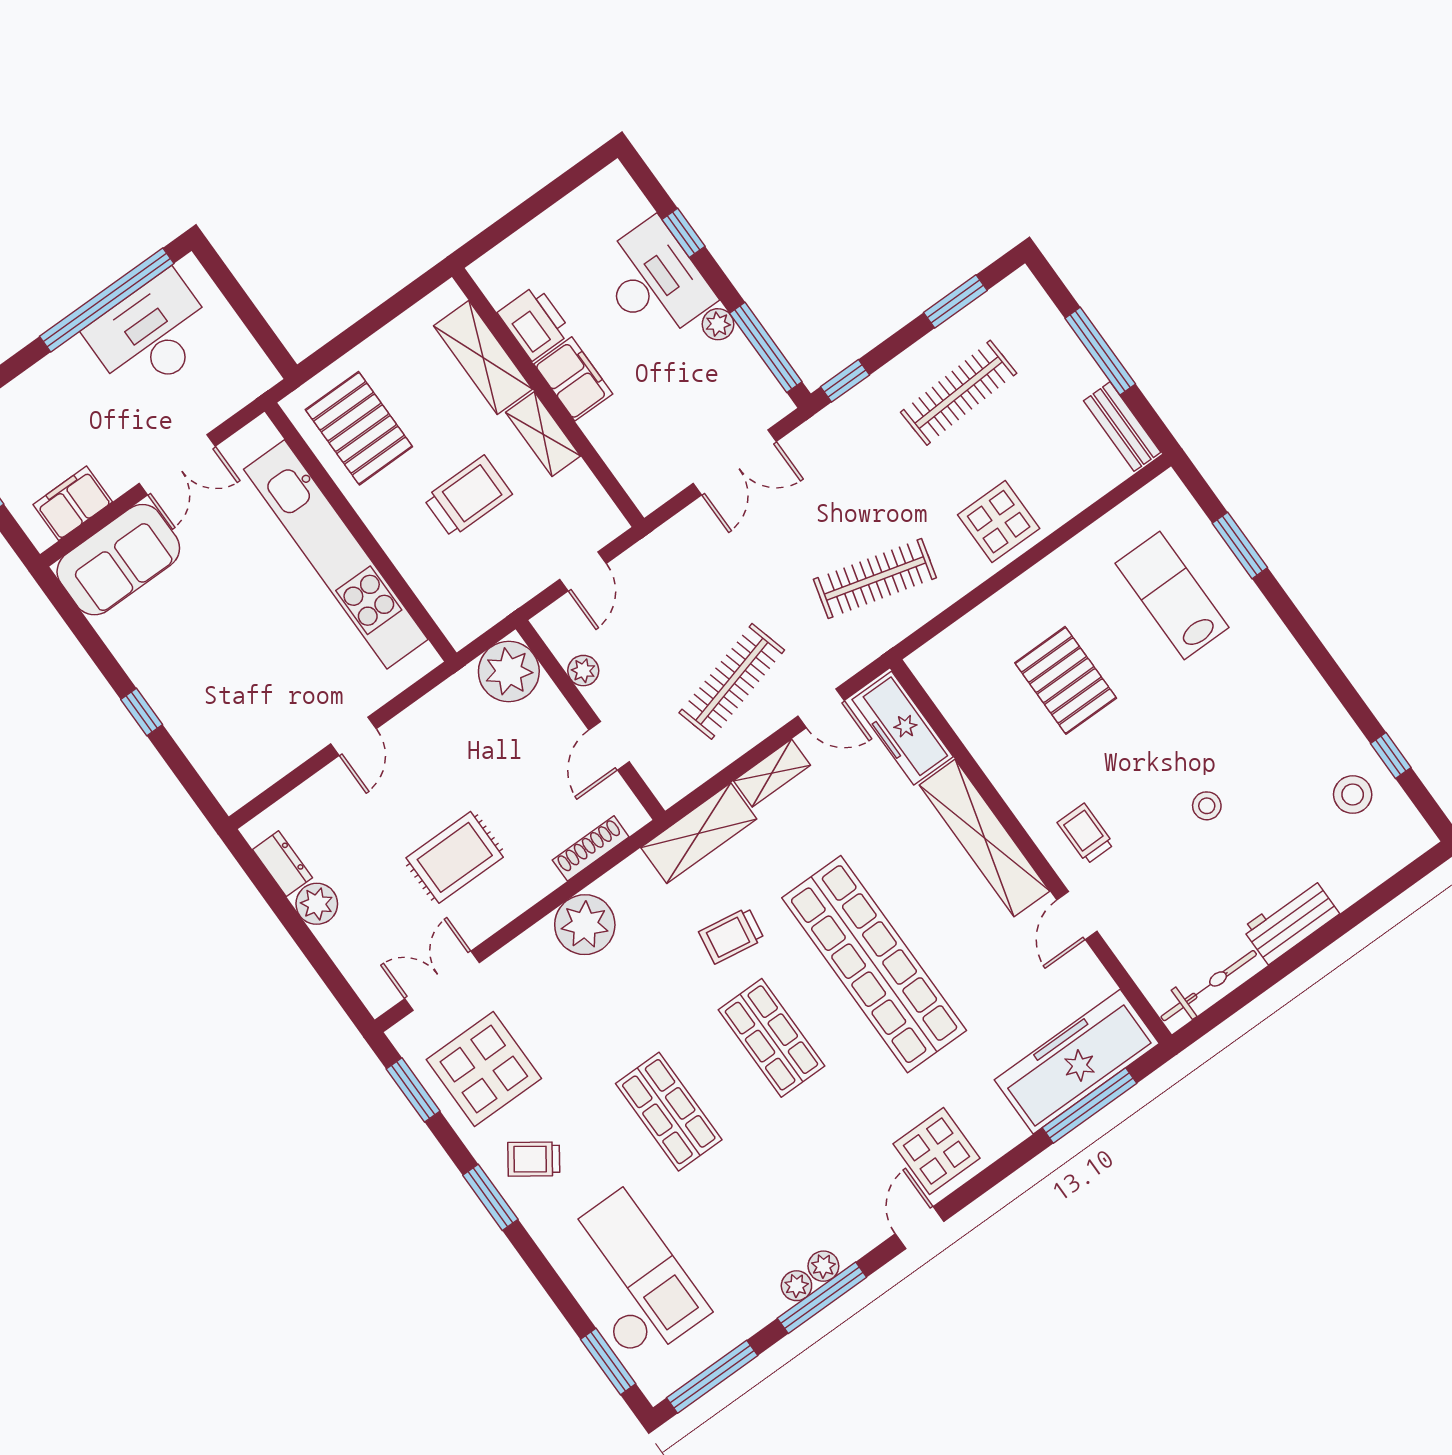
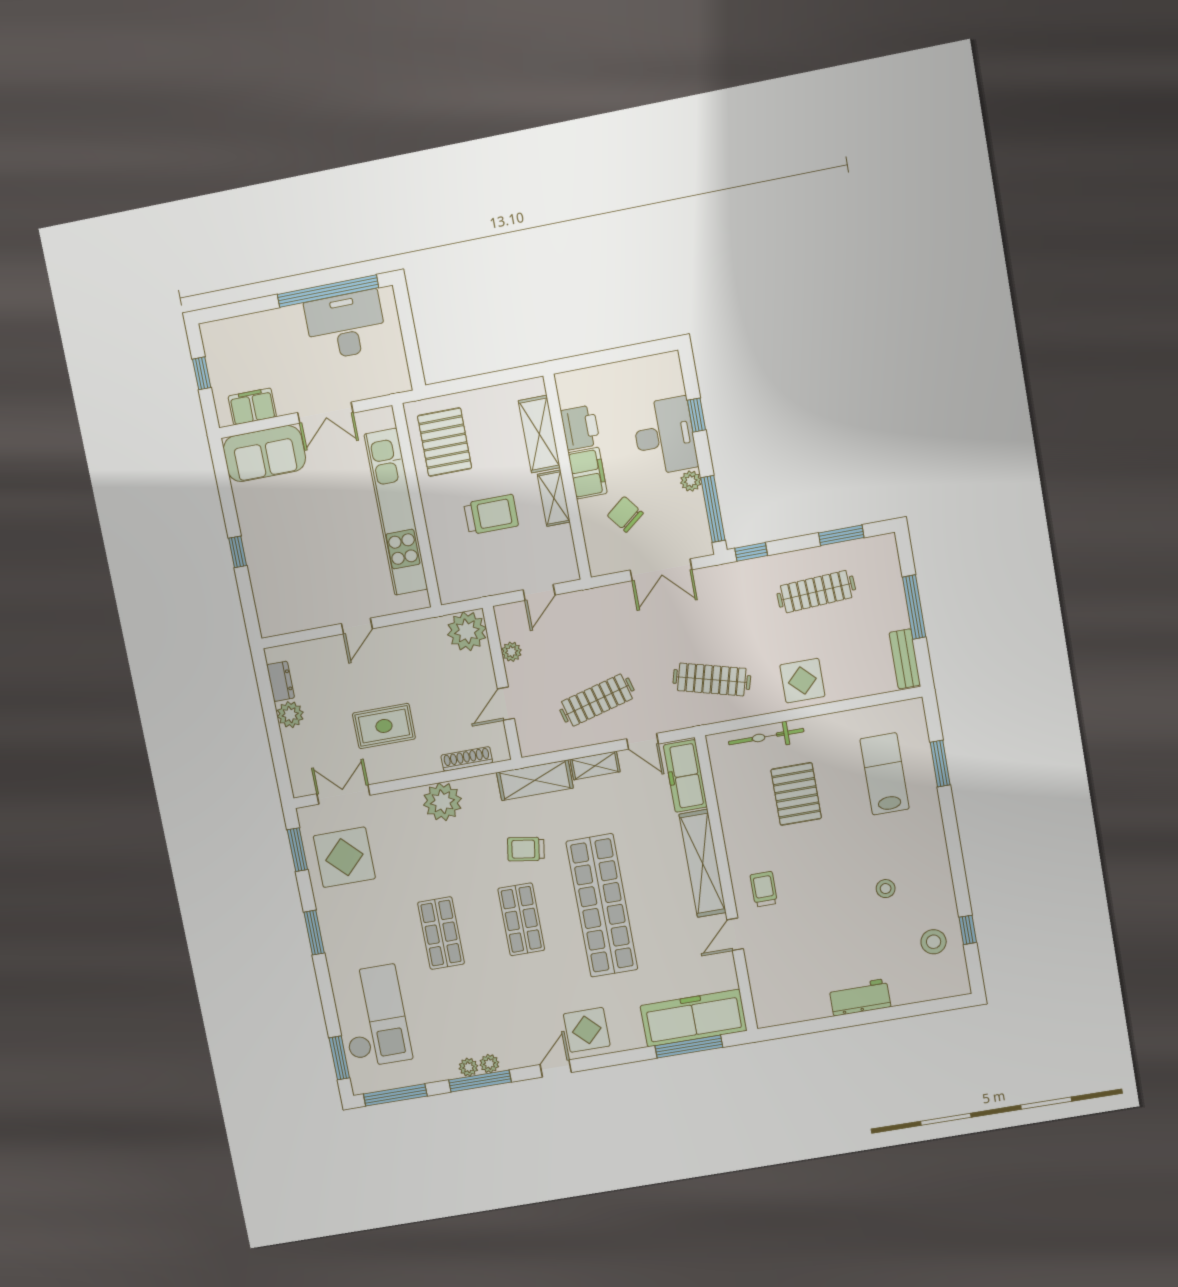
chair: (651, 410) -> (625, 514), added
stool: (1207, 806) -> (886, 889), moved
bicycle: (1209, 986) -> (766, 737), moved, turned 180
trolley: (534, 1159) -> (350, 923), removed

